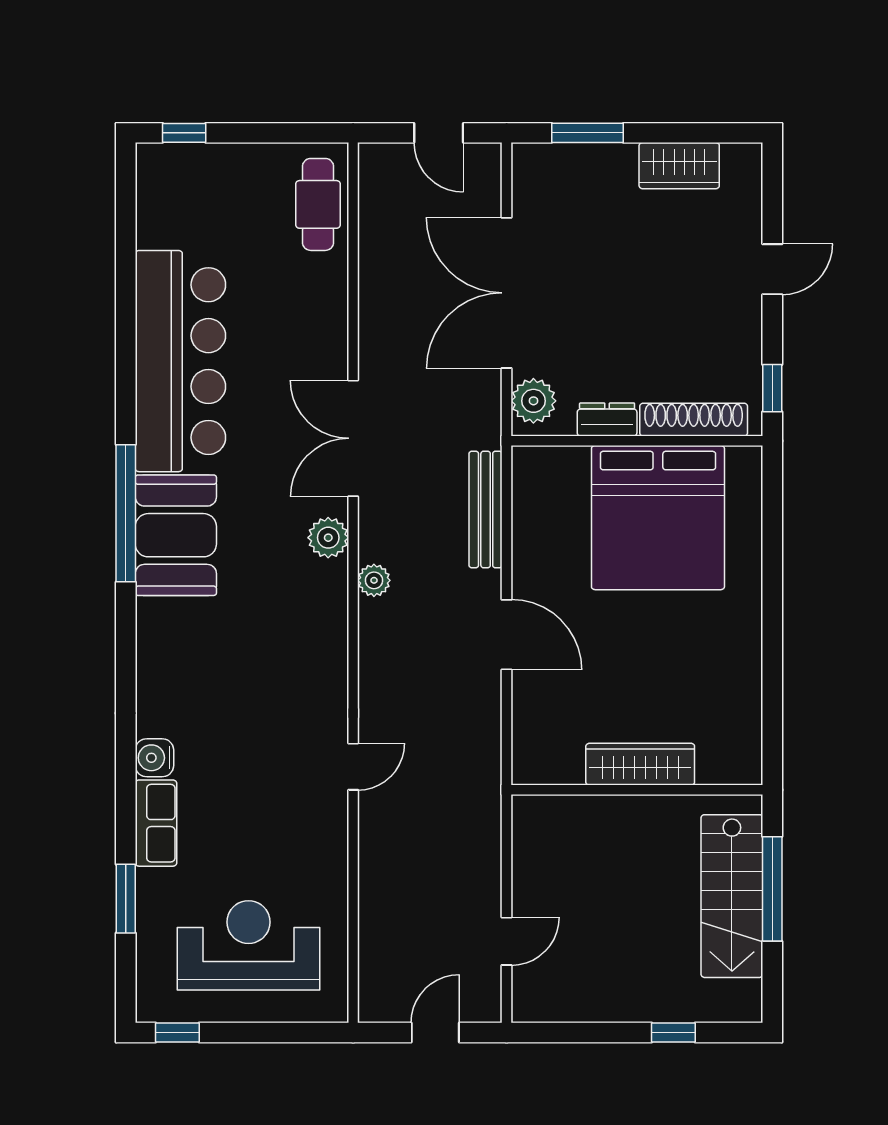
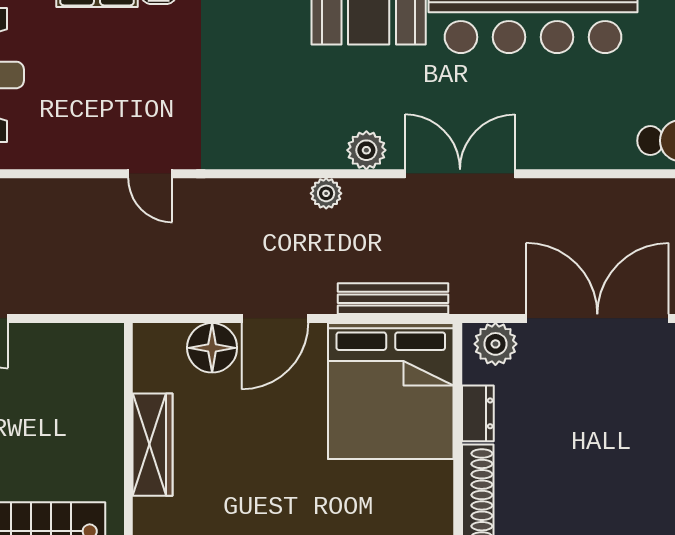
bed: (658, 518) -> (391, 391), moved, turned -90
floor lamp: (538, 701) -> (212, 348), added

